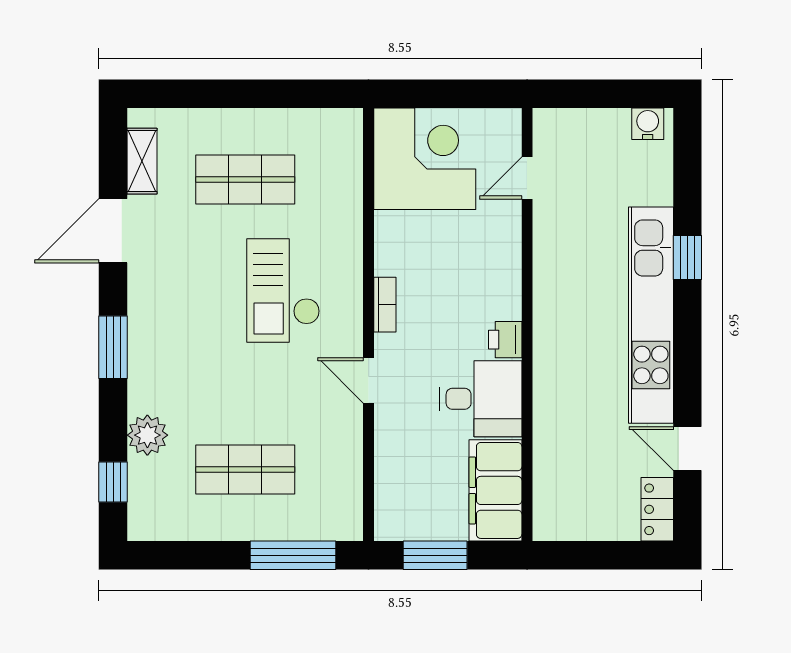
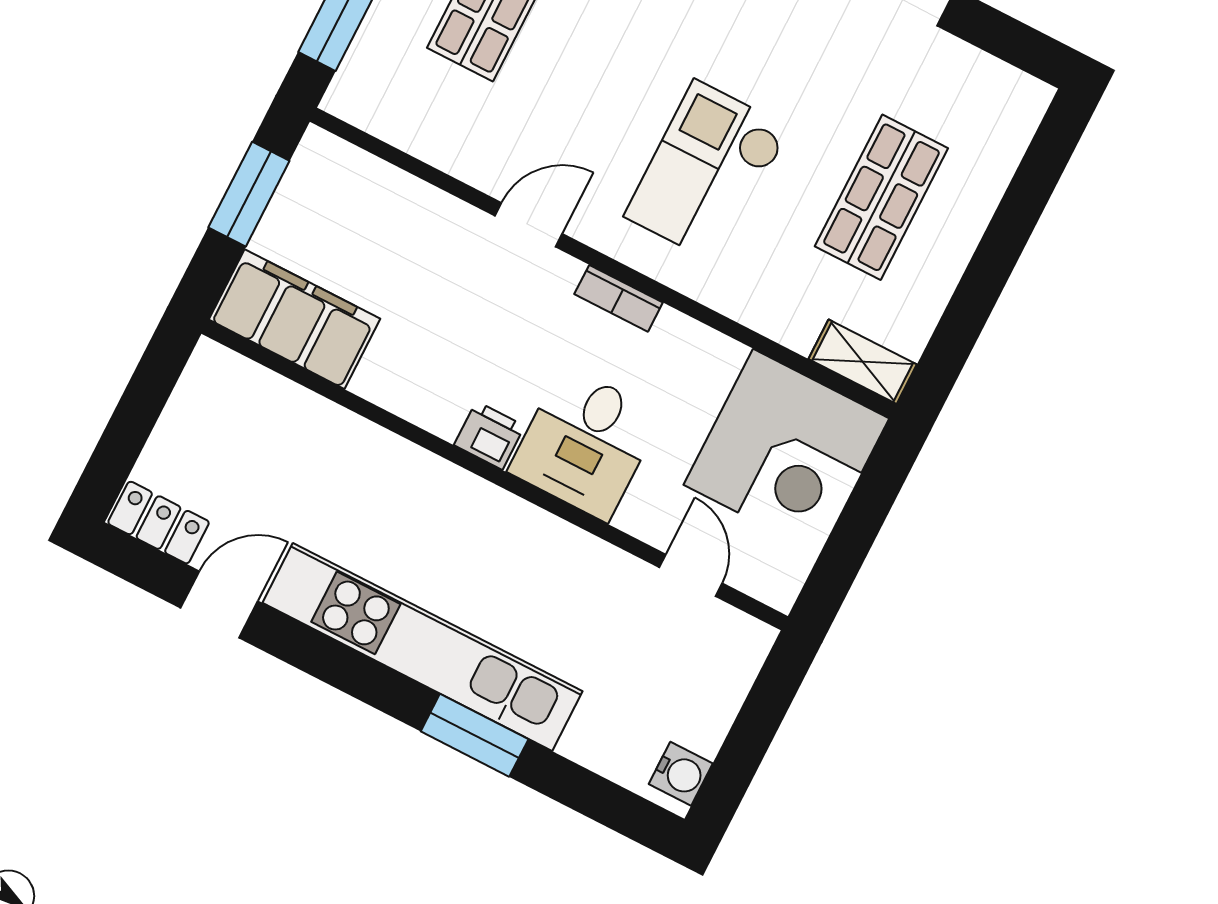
shelving: (142, 161) -> (863, 362), moved
window: (687, 258) -> (475, 735), width x1.50
checkout: (283, 290) -> (707, 172), turned -90
desk: (481, 399) -> (585, 443), moved

